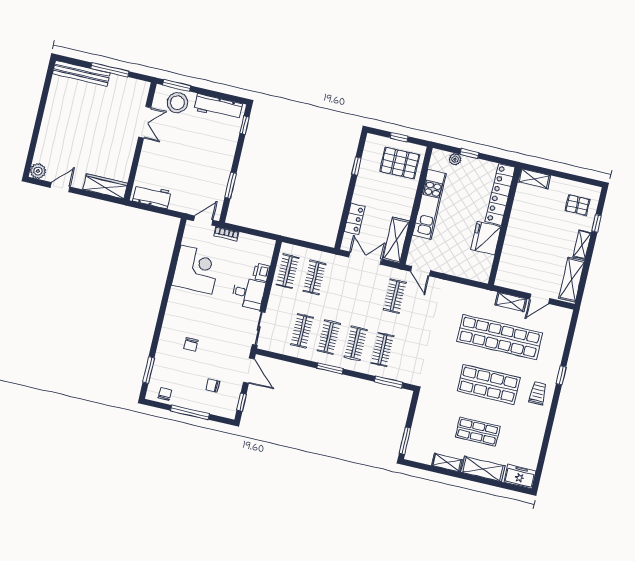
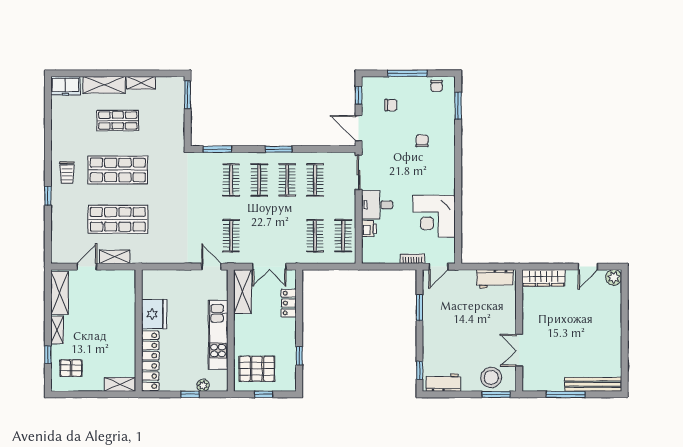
workbench: (218, 107) -> (443, 383), width x0.73
shop shelf: (500, 337) -> (118, 219), width x0.71

